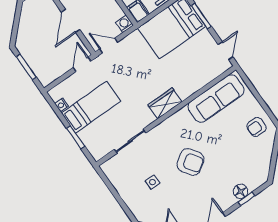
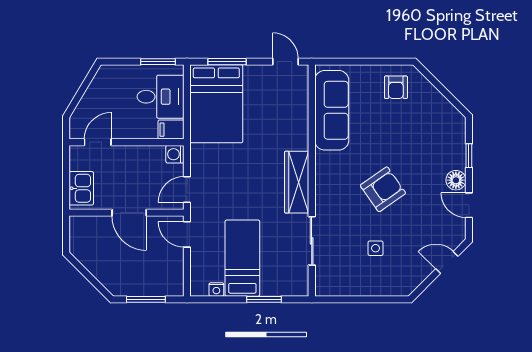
wardrobe: (165, 103) -> (297, 182), width x1.50
floor lamp: (241, 191) -> (456, 180), moved

